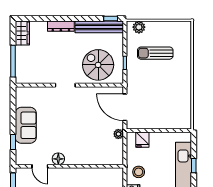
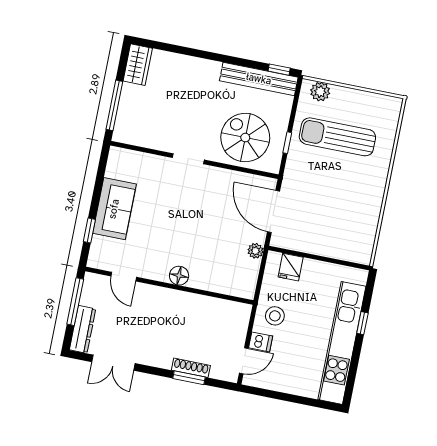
dresser: (61, 26) -> (200, 66), removed
sun lounger: (155, 53) -> (337, 137), width x1.36, depth x1.34
floor lamp: (58, 159) -> (179, 276), moved

